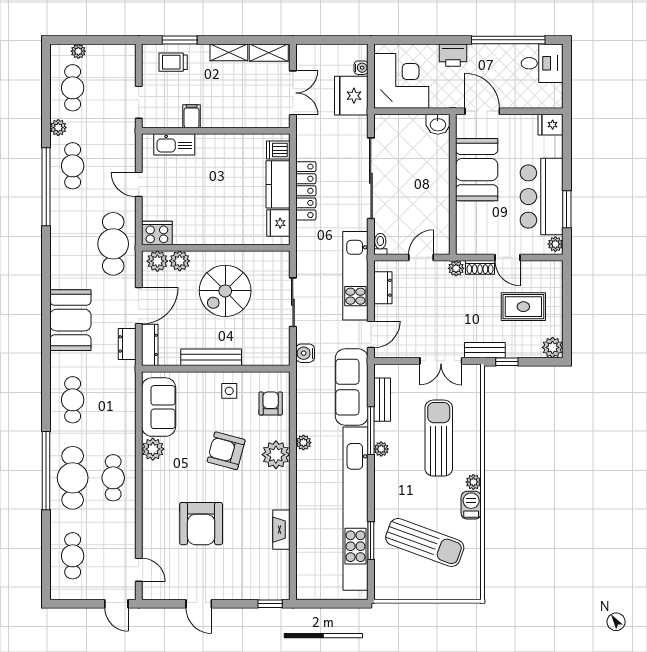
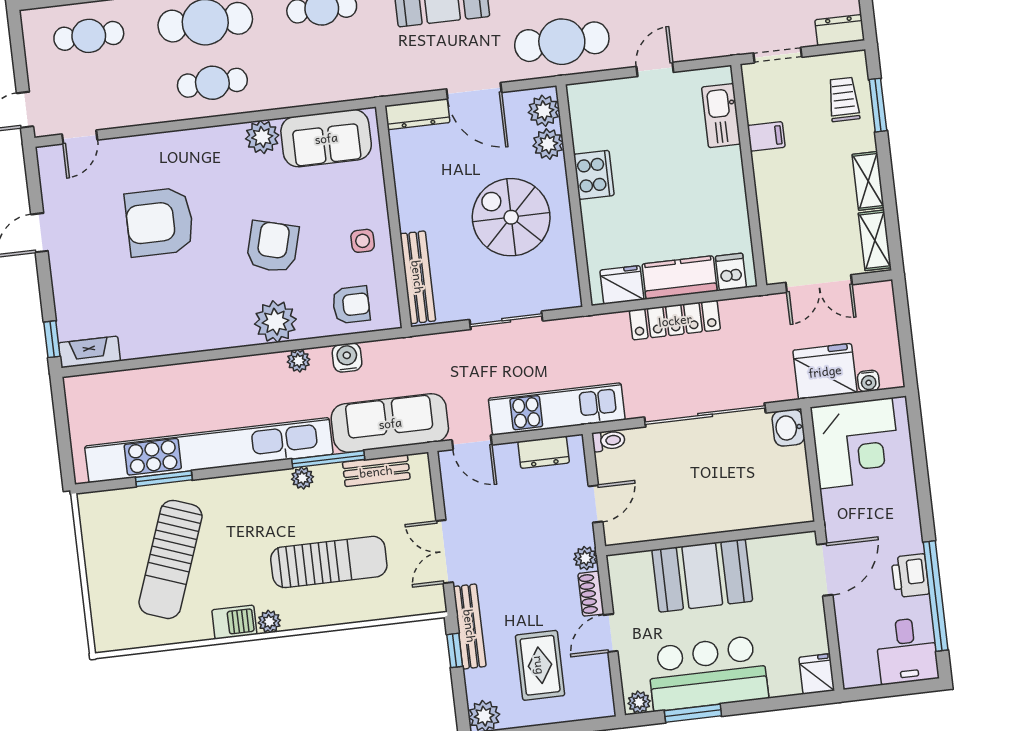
printer: (453, 55) -> (910, 576), moved
washbasin: (438, 124) -> (788, 428), moved
booth: (477, 170) -> (702, 576), moved
cooker: (157, 233) -> (594, 175), moved
door: (421, 257) -> (595, 504), hinge flipped
dresser: (127, 344) -> (840, 30), moved
bench: (485, 350) -> (470, 626), width x1.36
water cooler: (305, 353) -> (347, 358), moved
bench: (211, 357) -> (418, 277), moved
fireplace: (281, 530) -> (89, 352), moved

